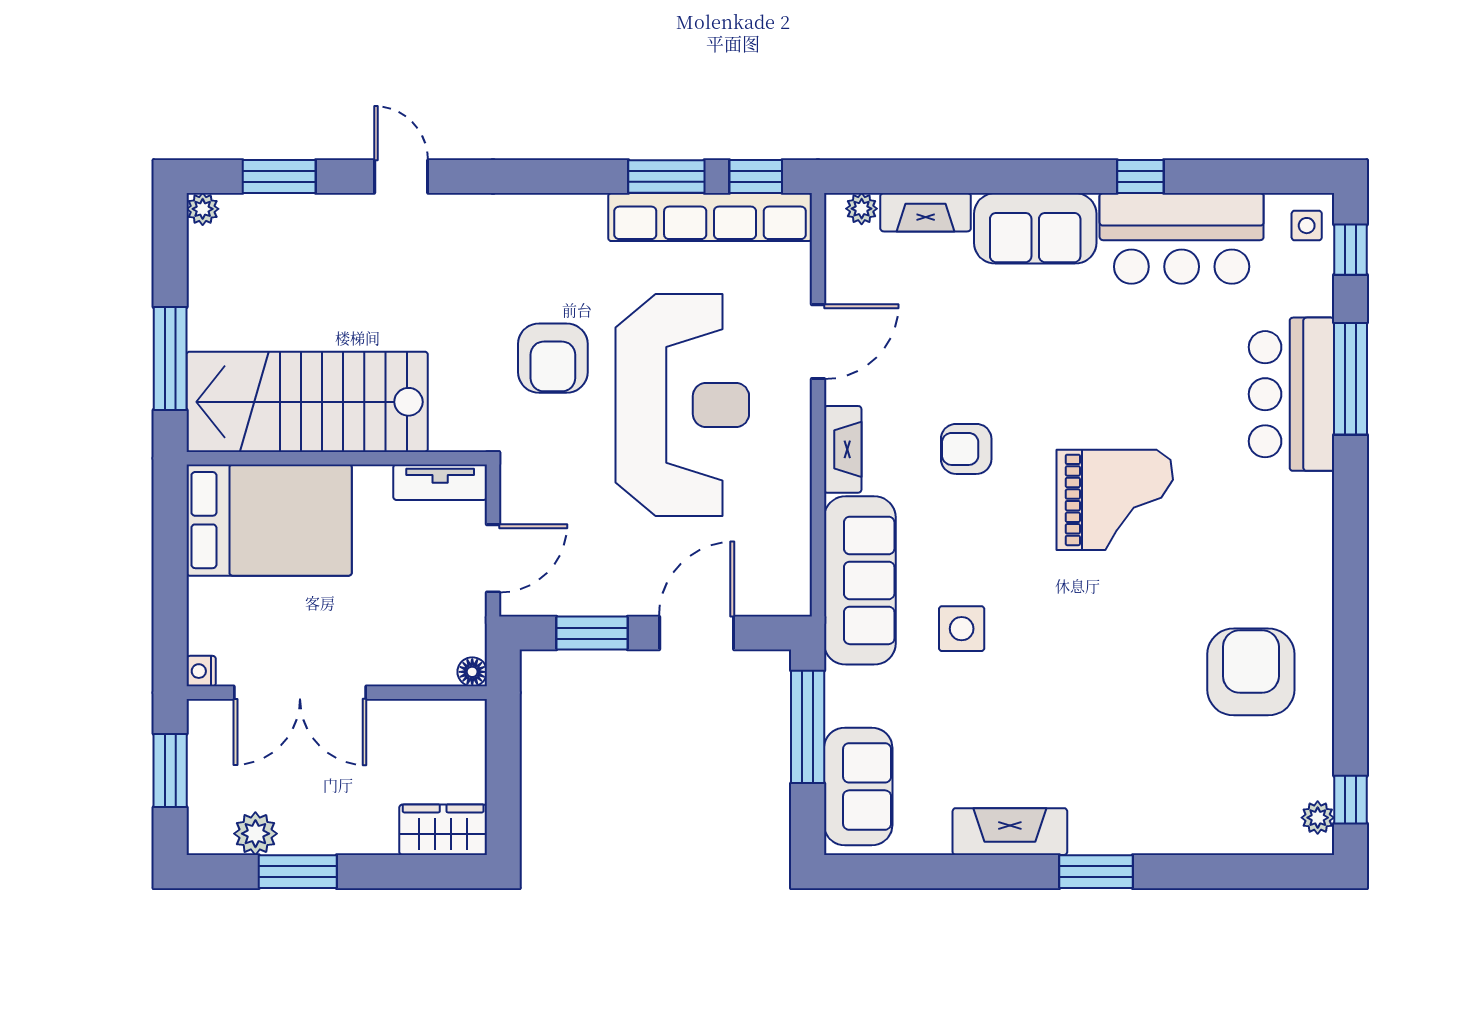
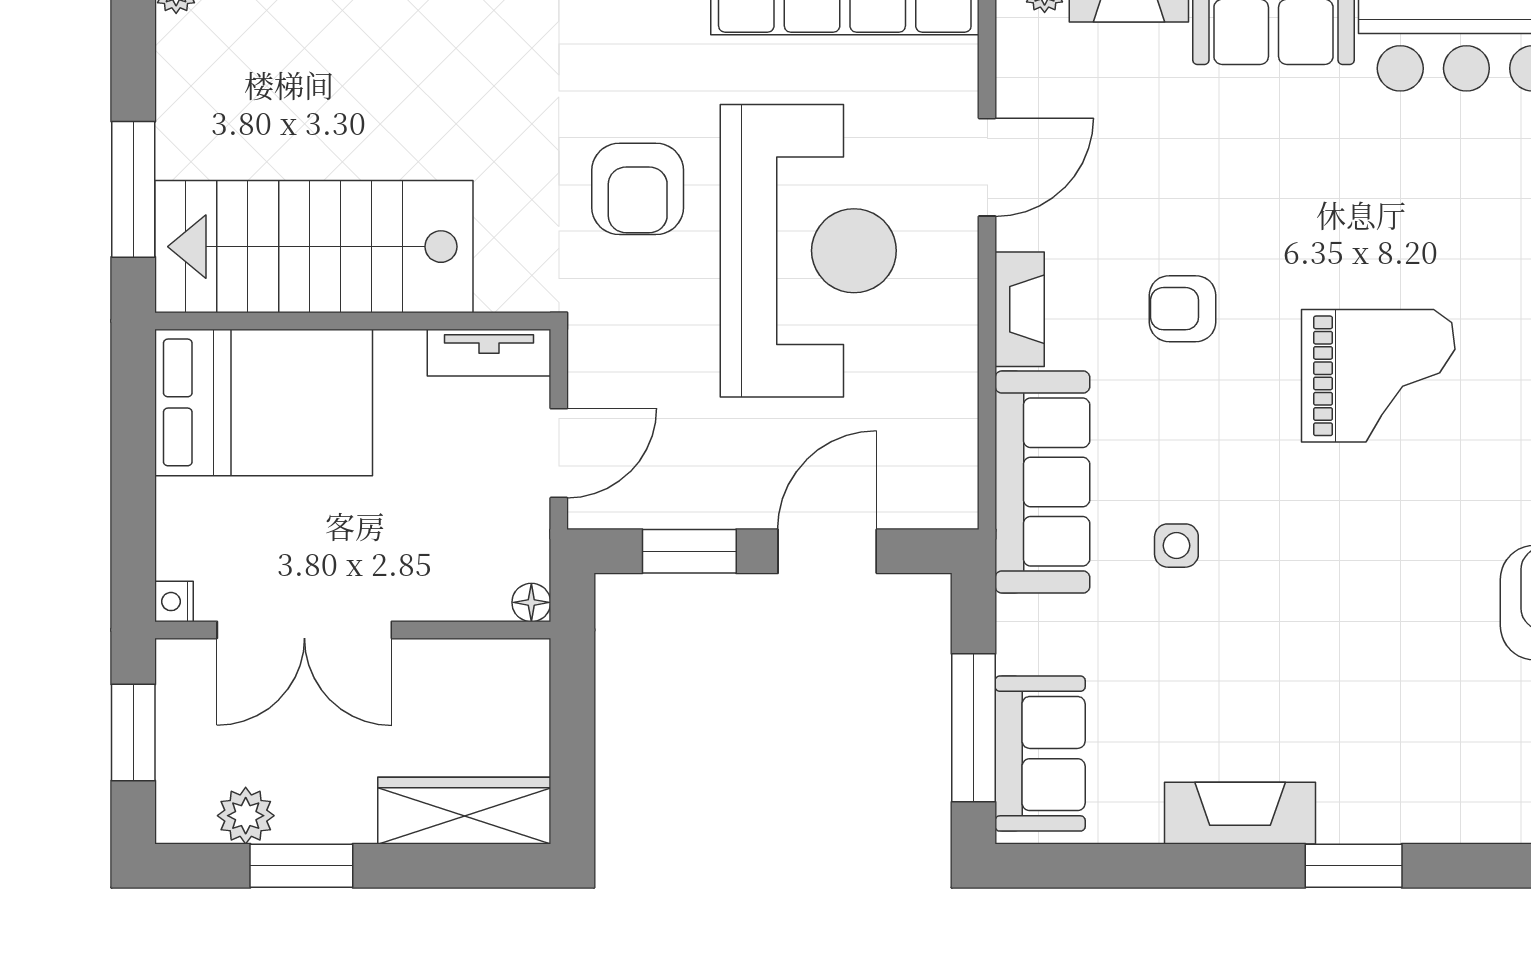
side table: (962, 629) -> (1176, 546), width x0.73, depth x0.73
window: (808, 727) -> (974, 728), moved
wardrobe: (443, 830) -> (464, 811), width x1.50

